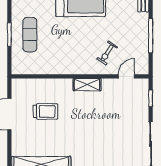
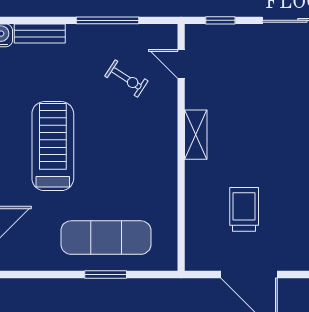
exercise mat: (30, 35) -> (106, 238), width x1.36, depth x1.45
exercise bike: (107, 53) -> (126, 78), moved

